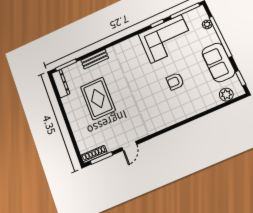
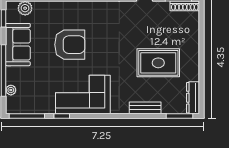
corner sofa: (166, 39) -> (83, 95), moved
armchair: (175, 81) -> (70, 45), width x1.88, depth x1.88
rug: (98, 99) -> (158, 63), turned 90

